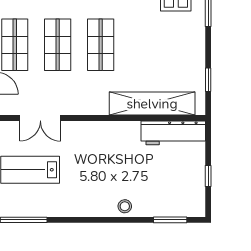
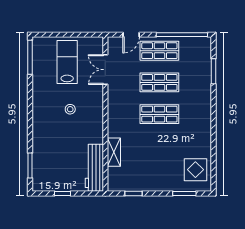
shelving: (152, 104) -> (114, 152), width x0.45, depth x0.75
stool: (125, 206) -> (70, 109), moved

